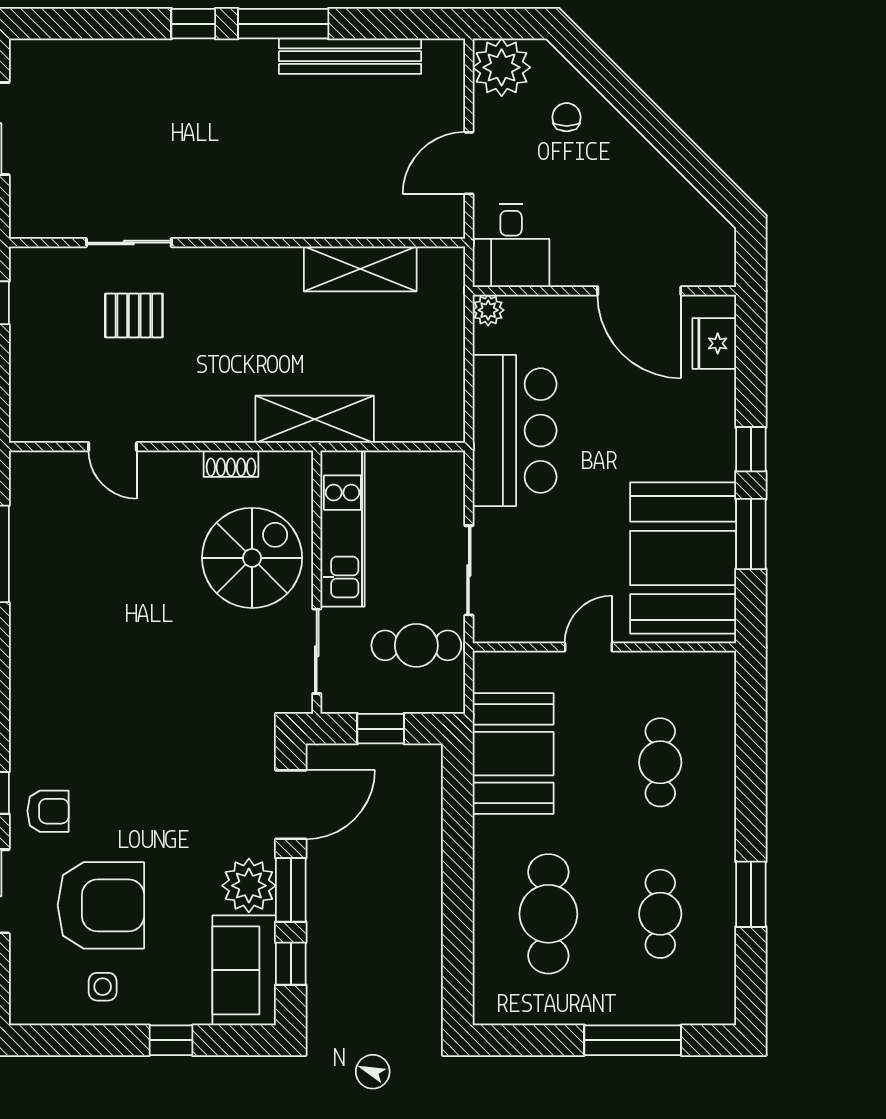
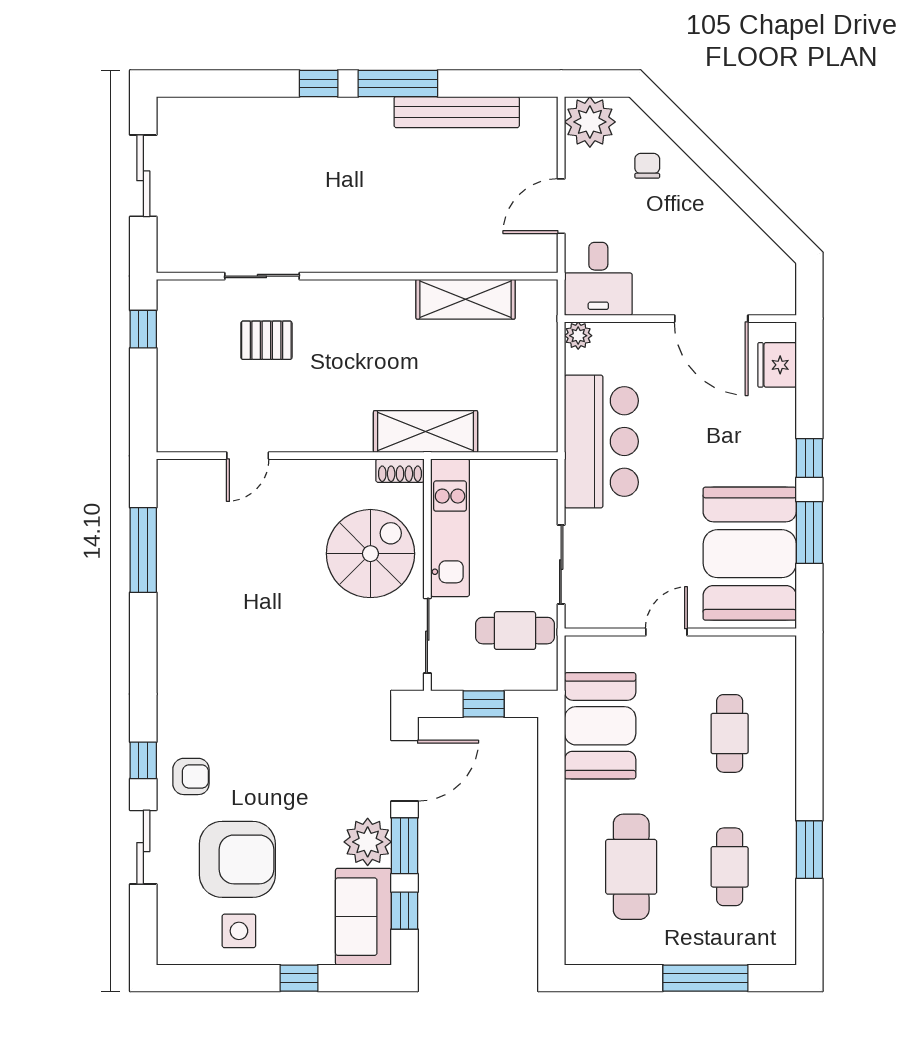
door: (113, 447) -> (248, 456), hinge flipped
shoe rack: (231, 464) -> (400, 471), moved
side table: (103, 987) -> (239, 931), width x1.37, depth x1.37

